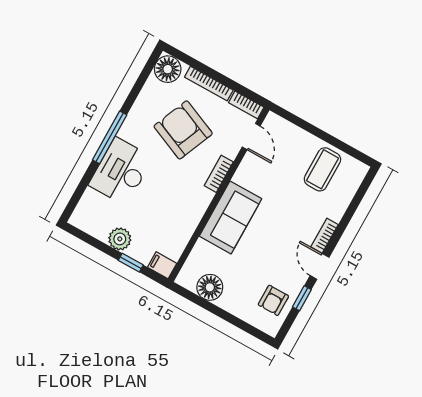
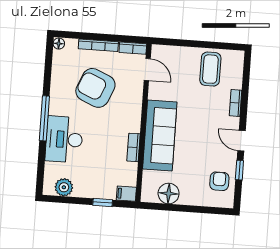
floor lamp: (168, 69) -> (59, 44), width x0.53, depth x0.53
bookcase: (219, 174) -> (134, 147), moved
sofa: (231, 217) -> (160, 135), width x1.36
bookcase: (325, 236) -> (236, 103), moved
plant: (120, 239) -> (64, 187), moved
armchair: (273, 300) -> (219, 181), turned 180

